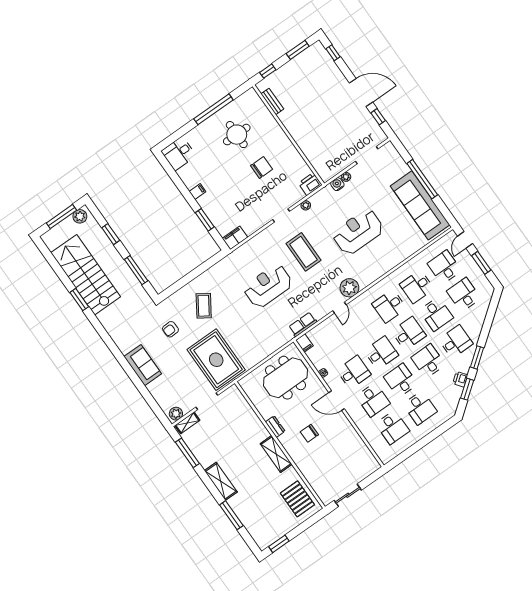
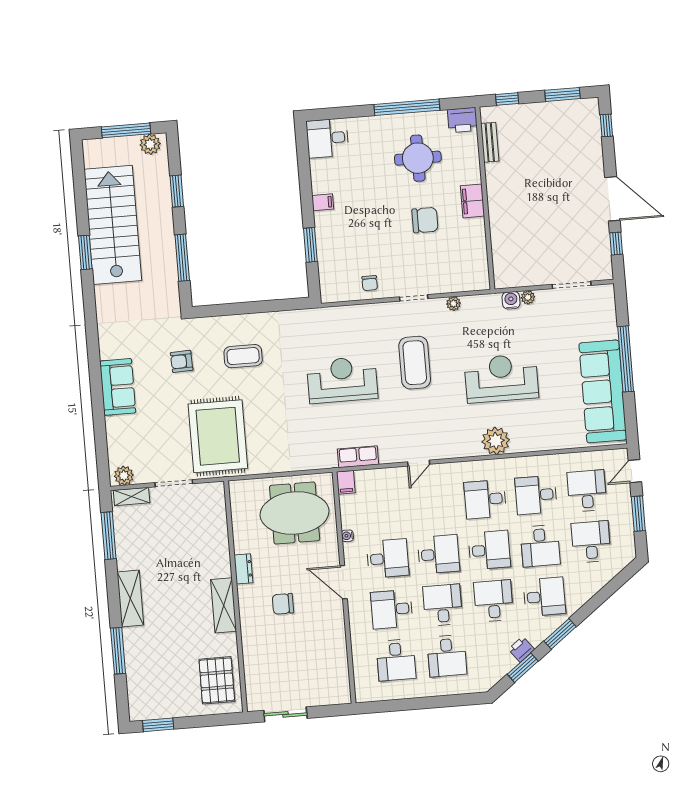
printer: (310, 184) -> (462, 120), moved, turned 180
chair: (251, 222) -> (370, 283), added
filing cabinet: (235, 238) -> (473, 201), moved, turned -90
plant: (349, 288) -> (496, 441), moved
coffee table: (204, 306) -> (243, 356), turned 57
desk: (373, 400) -> (392, 609), turned 90

